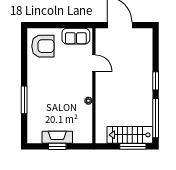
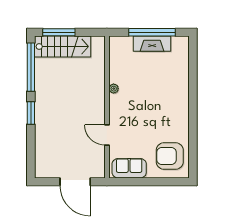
window: (24, 100) -> (193, 90), removed
window: (57, 146) -> (152, 32), width x2.11

